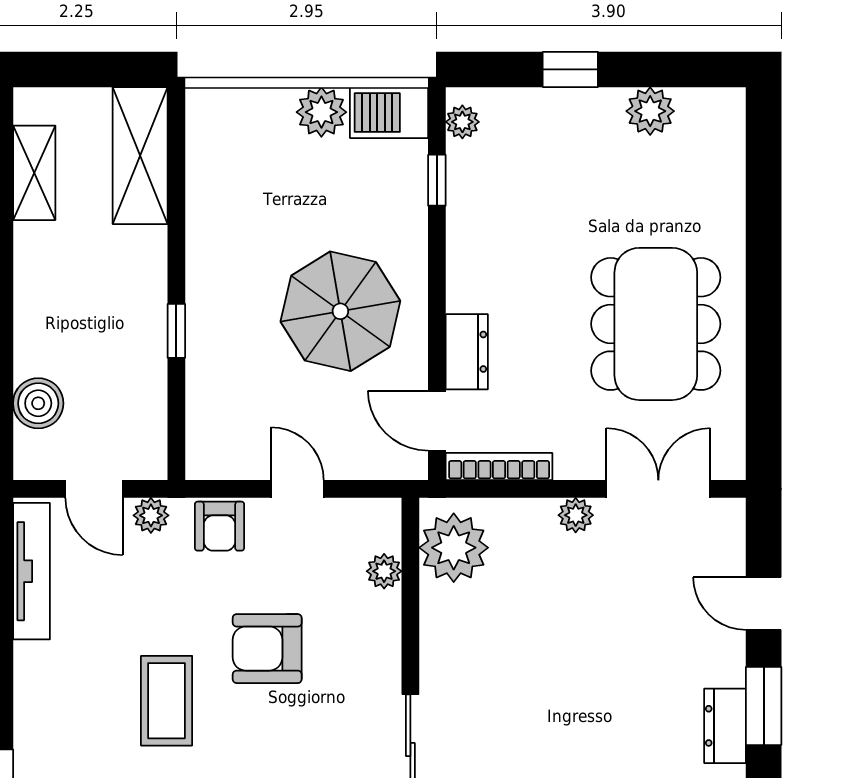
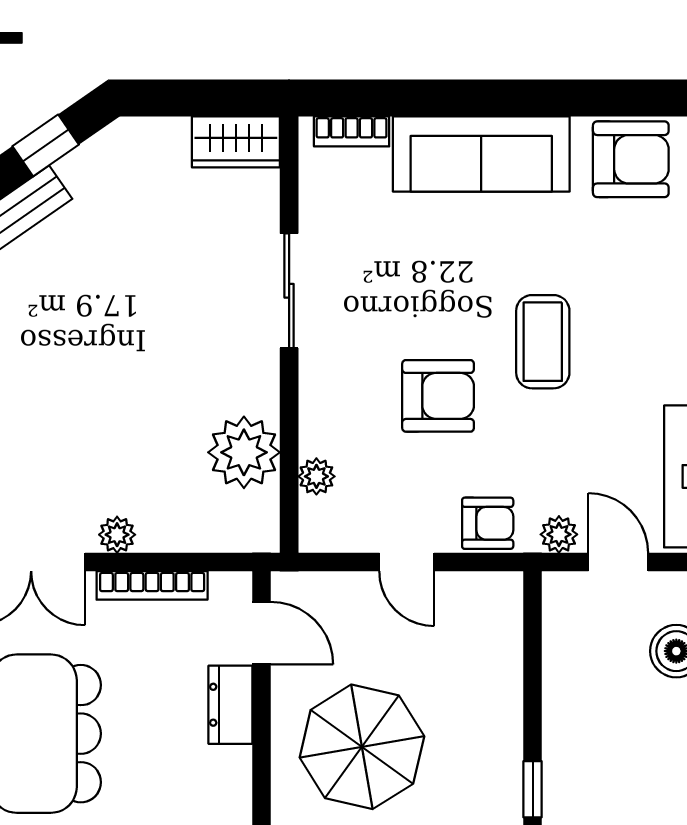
window: (176, 331) -> (533, 789), moved
bookcase: (499, 466) -> (152, 585), moved
armchair: (220, 526) -> (488, 523), turned 90
plant: (454, 548) -> (244, 452), moved

